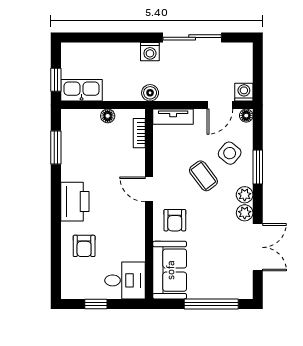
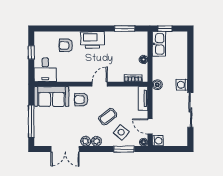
window: (258, 167) -> (124, 149), moved

